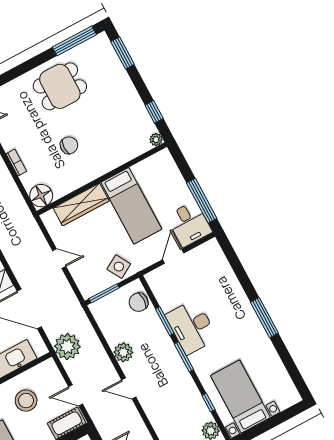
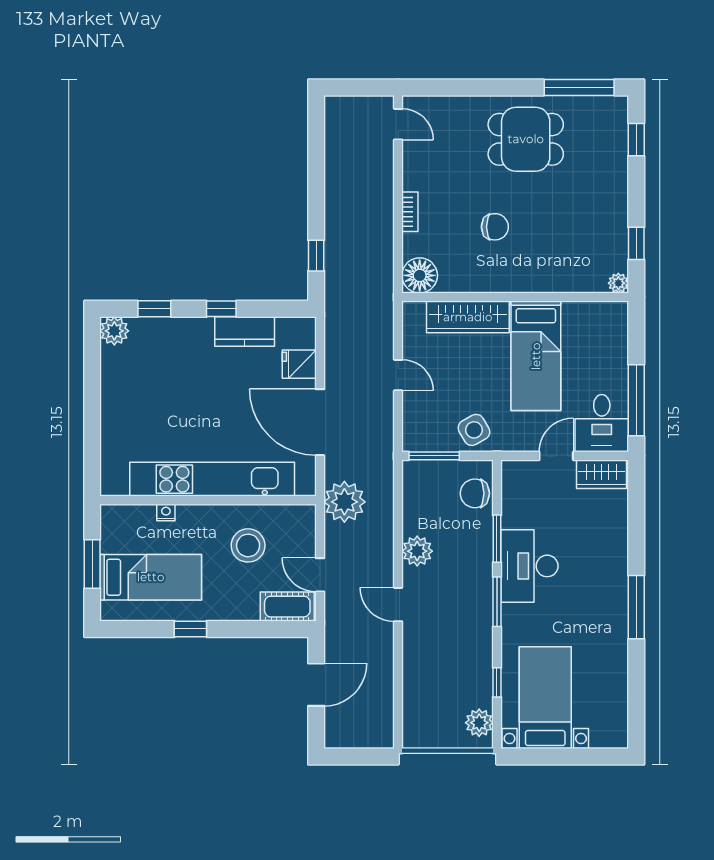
window: (123, 53) -> (636, 140), width x0.67
wardrobe: (204, 253) -> (601, 474), added

